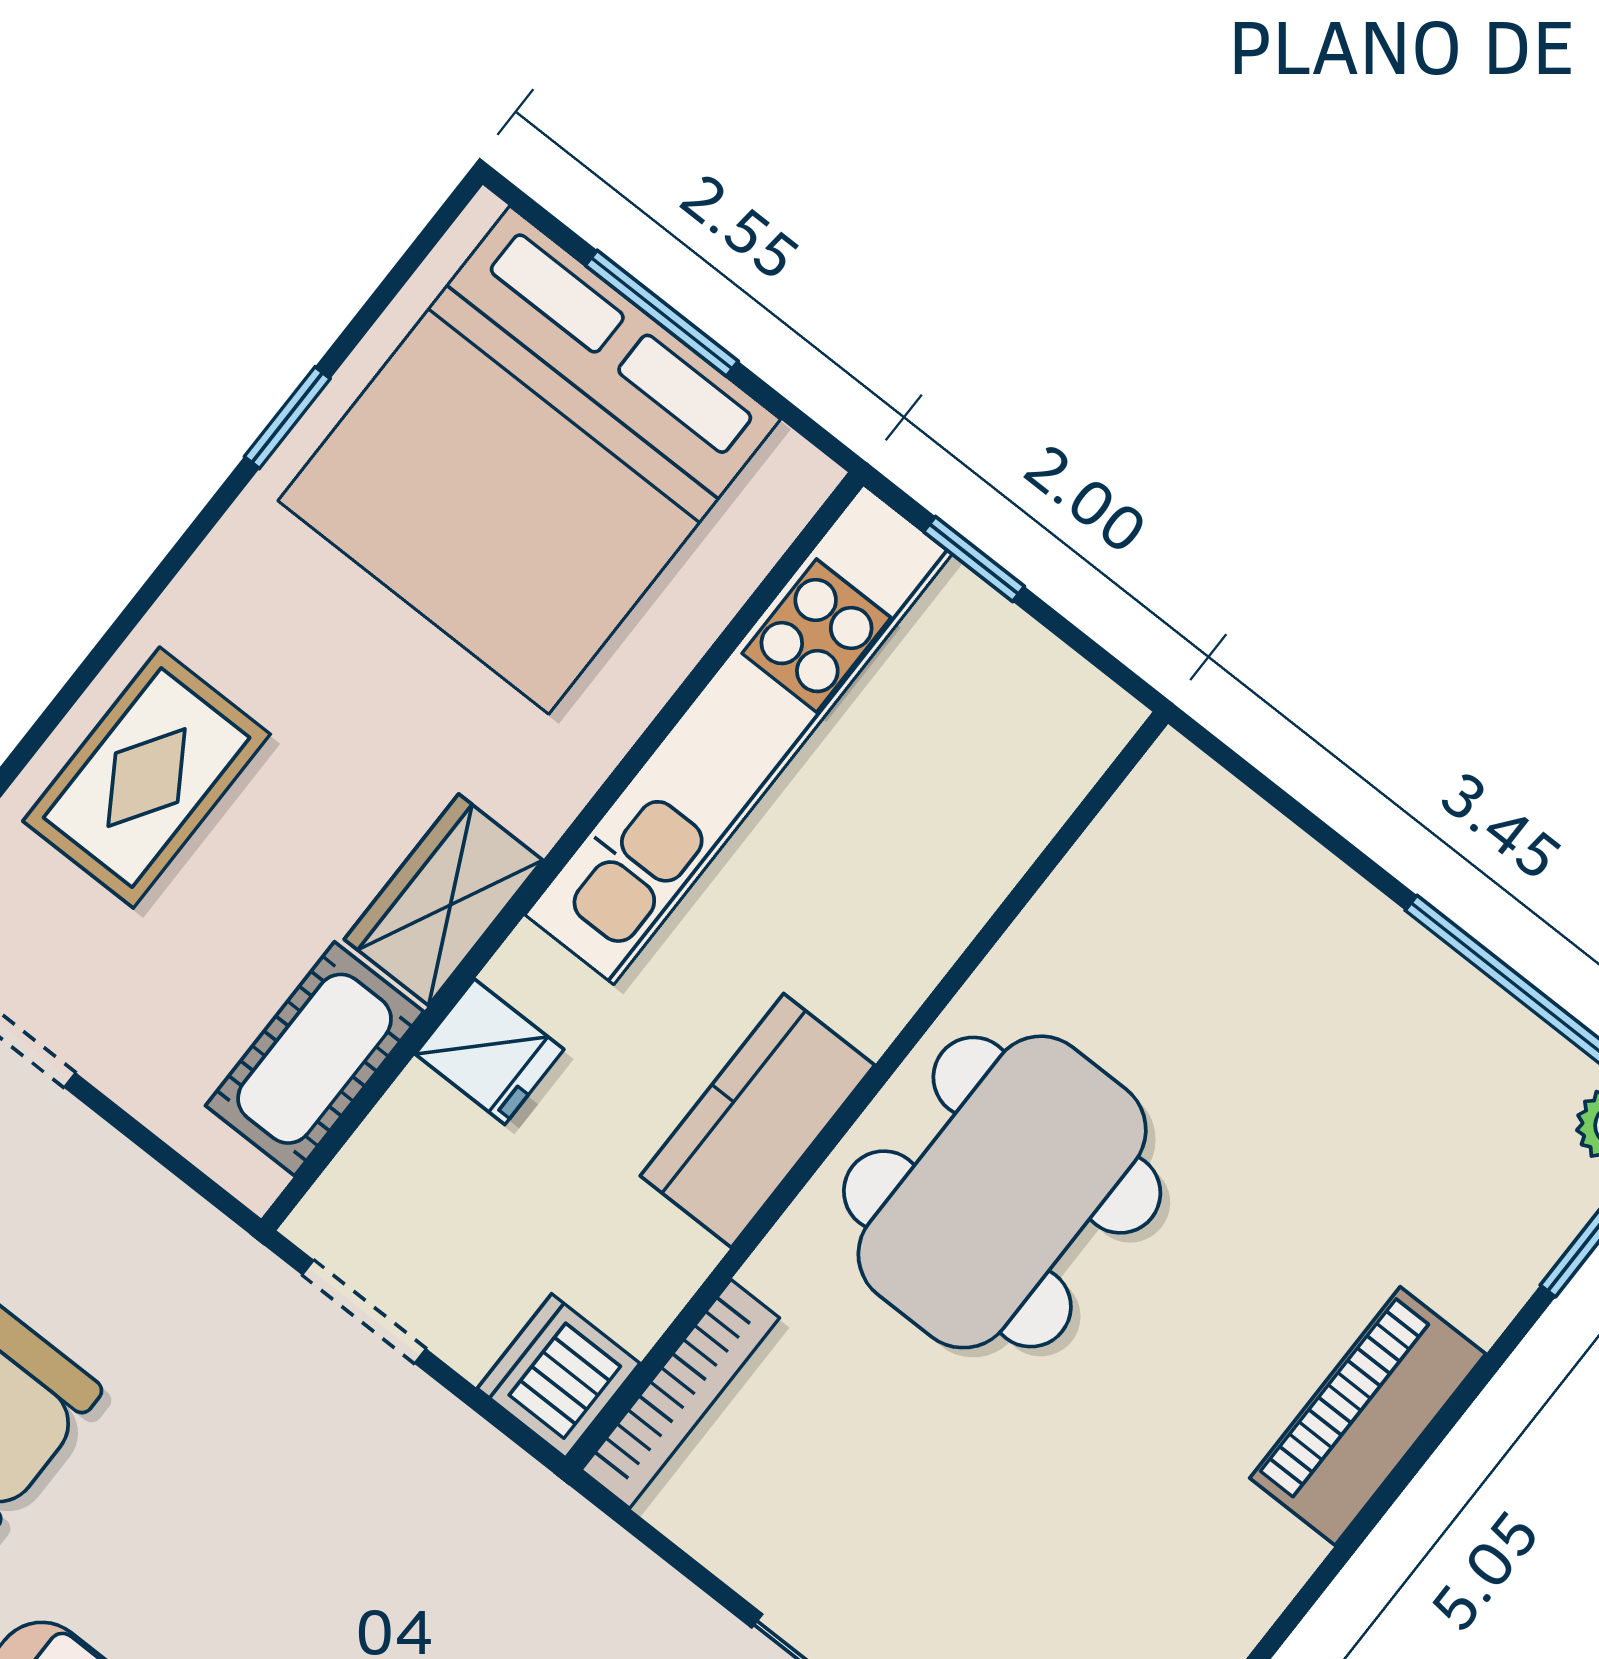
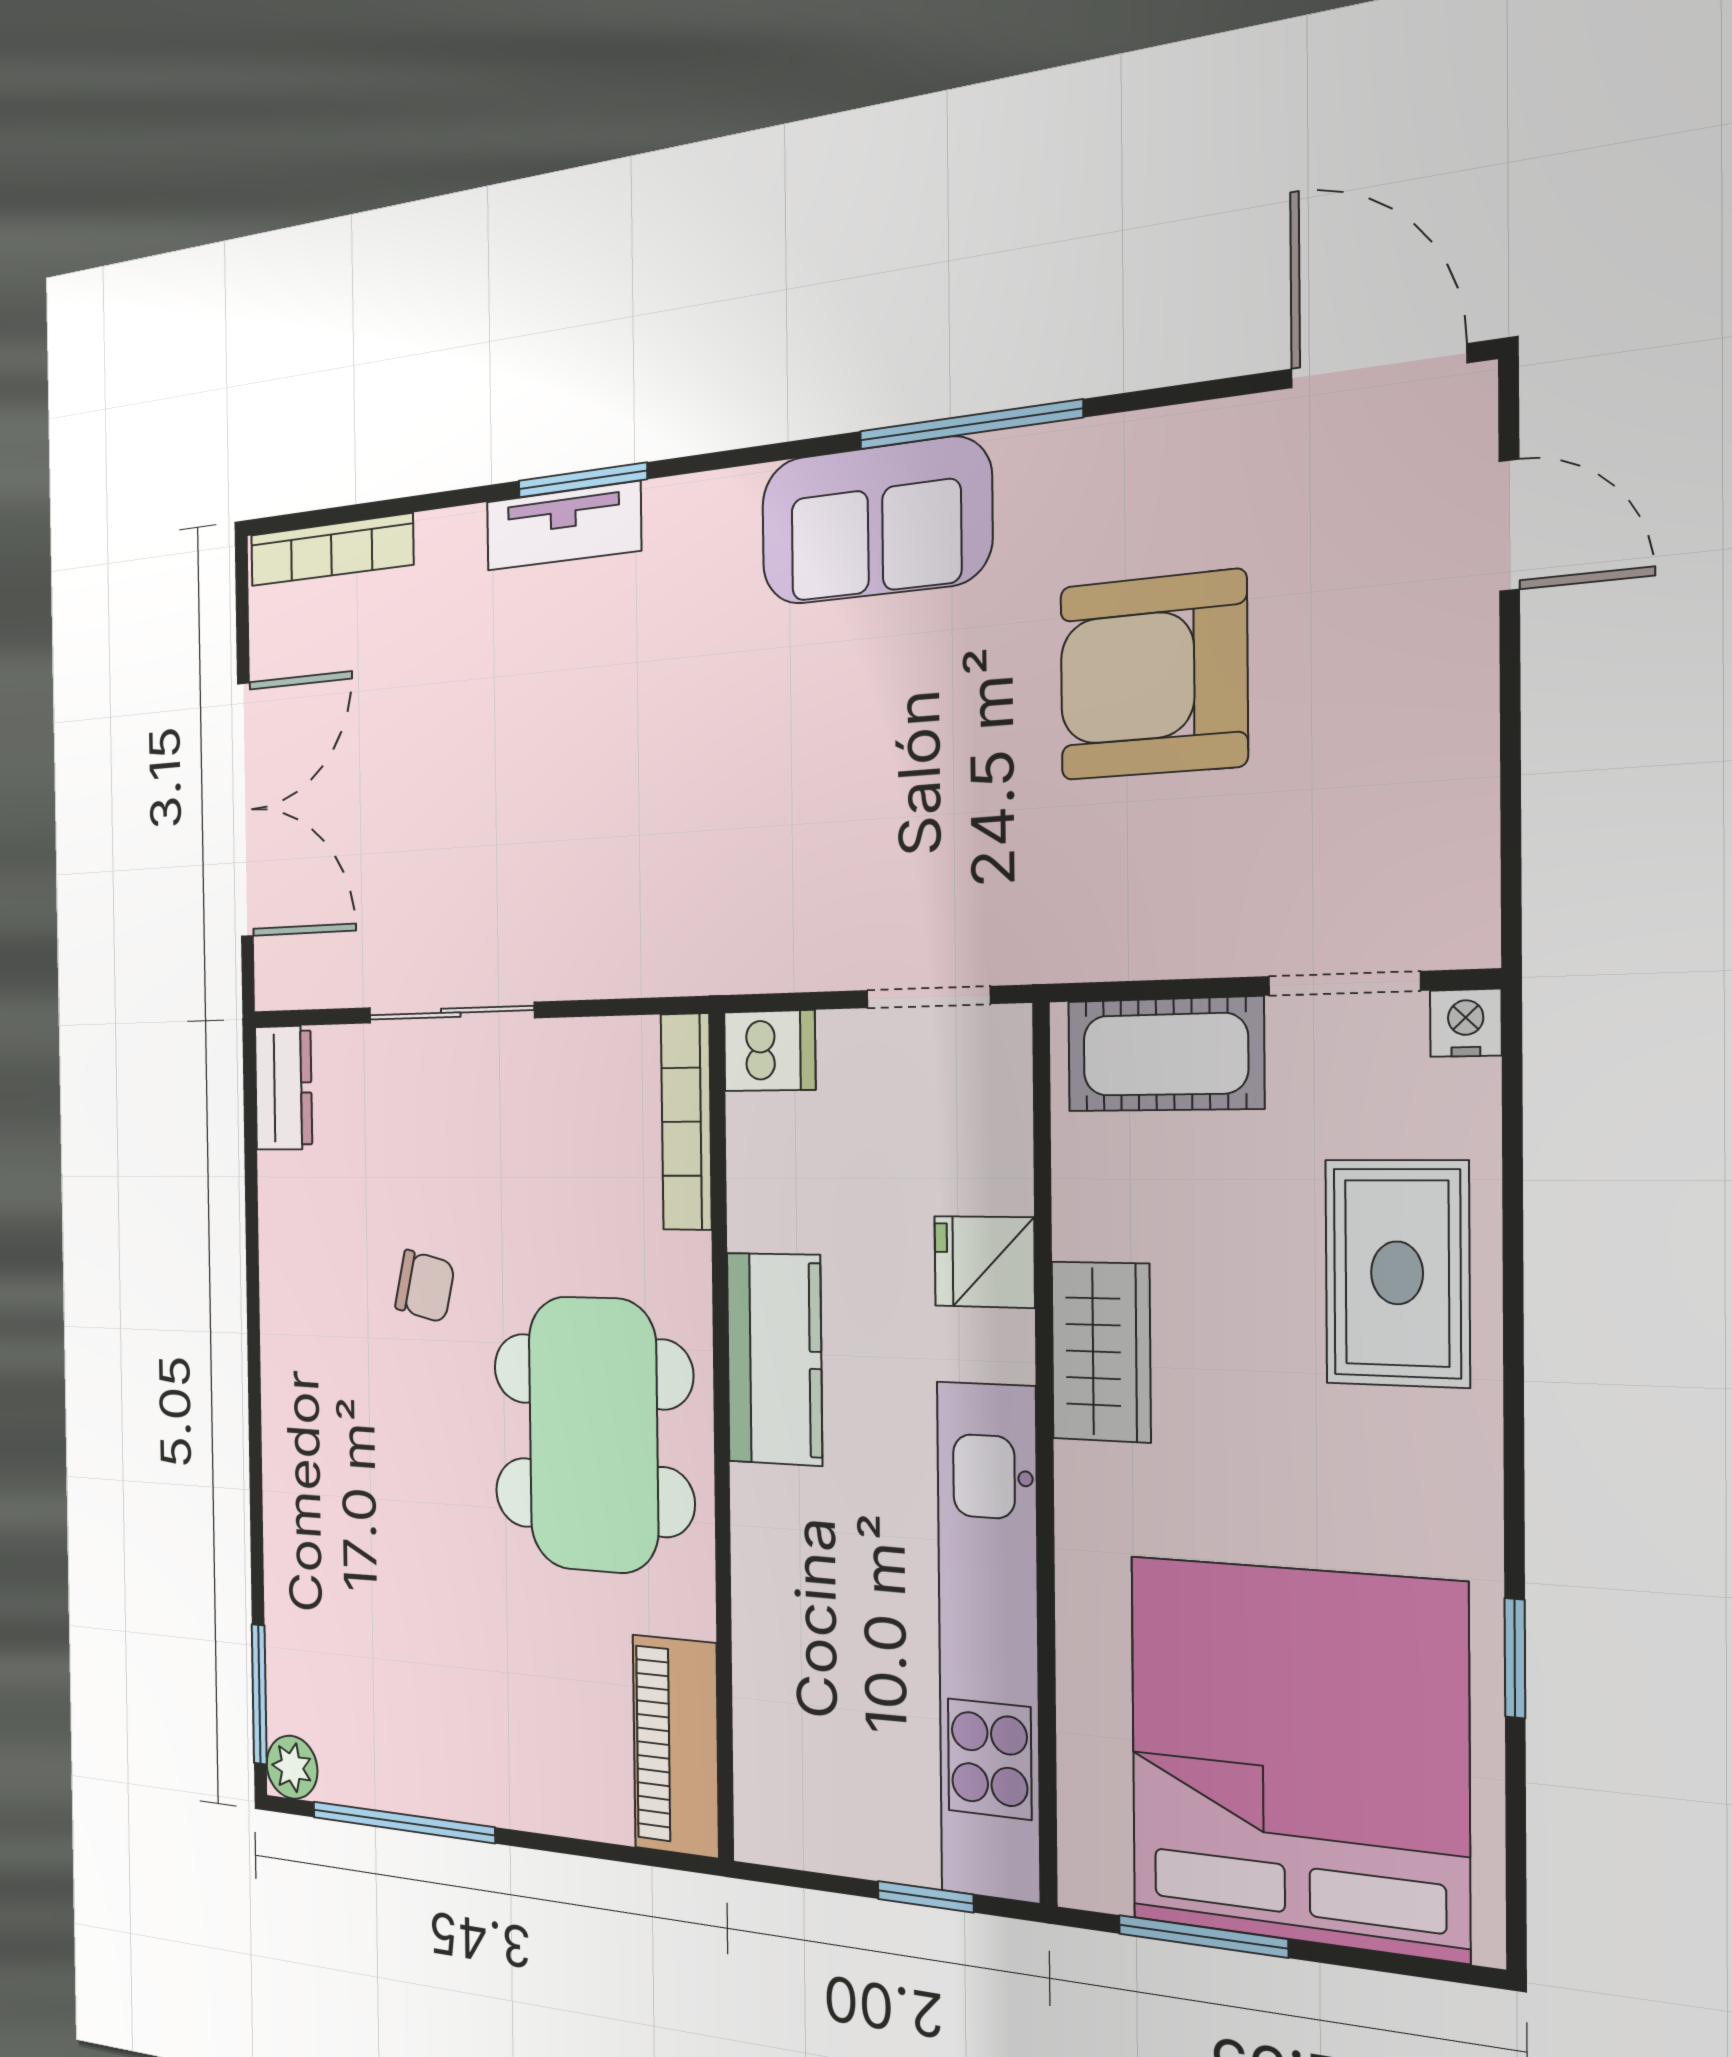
window: (662, 313) -> (1203, 1936), moved
cot: (315, 1059) -> (1165, 1054), moved, turned 90
dishwasher: (559, 1376) -> (770, 1051), width x0.73
piano: (1368, 1416) -> (676, 1746), moved, turned 180
chair: (1082, 1465) -> (425, 1286), added

